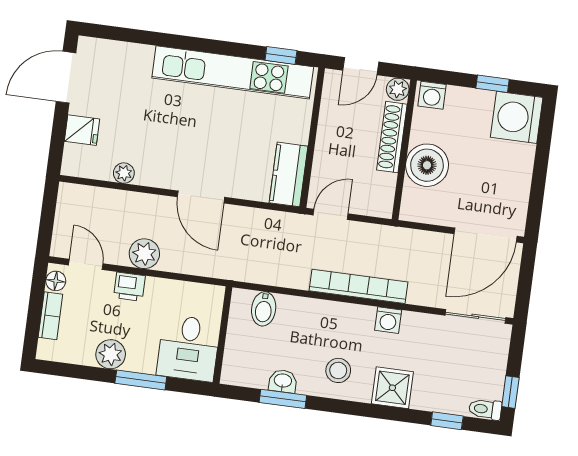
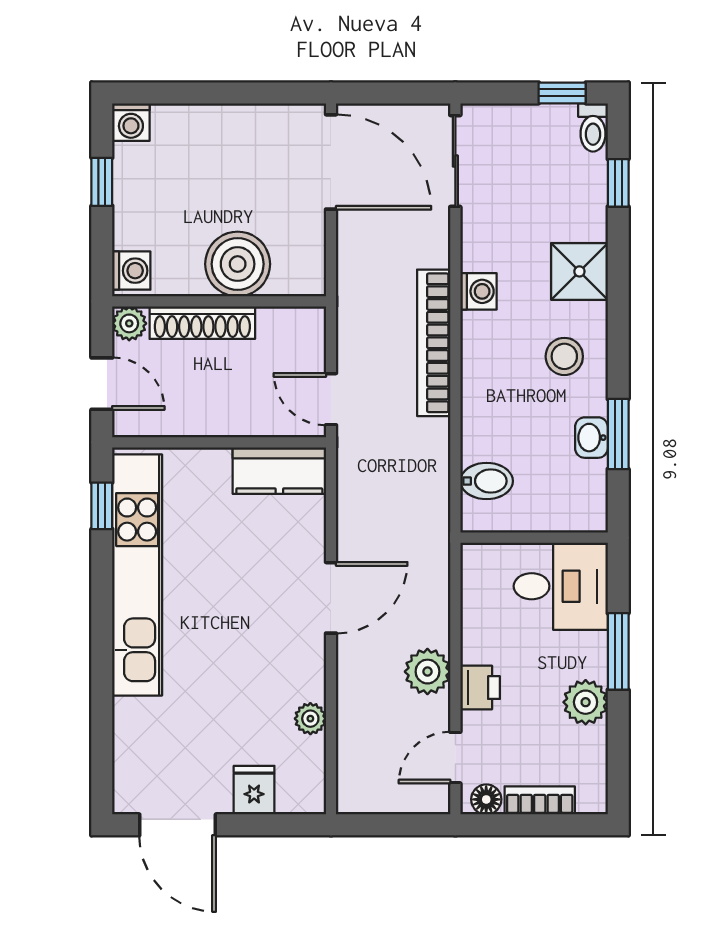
washing machine: (517, 117) -> (131, 122), width x0.53, depth x0.53

